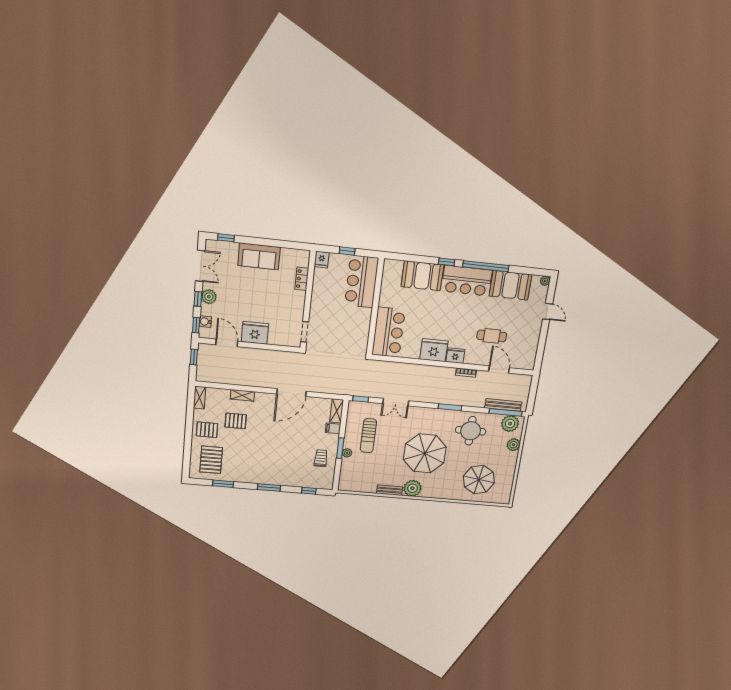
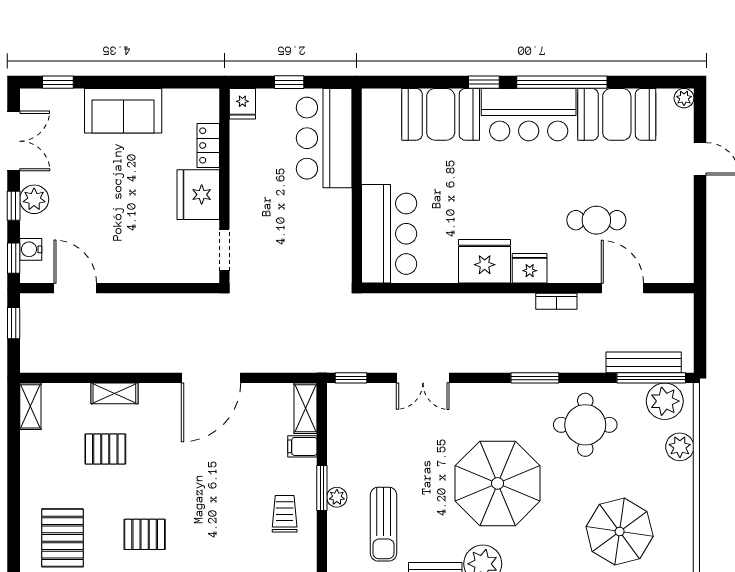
fridge: (255, 333) -> (198, 195), moved, turned -90
pallet: (207, 430) -> (145, 534), moved
sun lounger: (368, 436) -> (383, 524), moved

